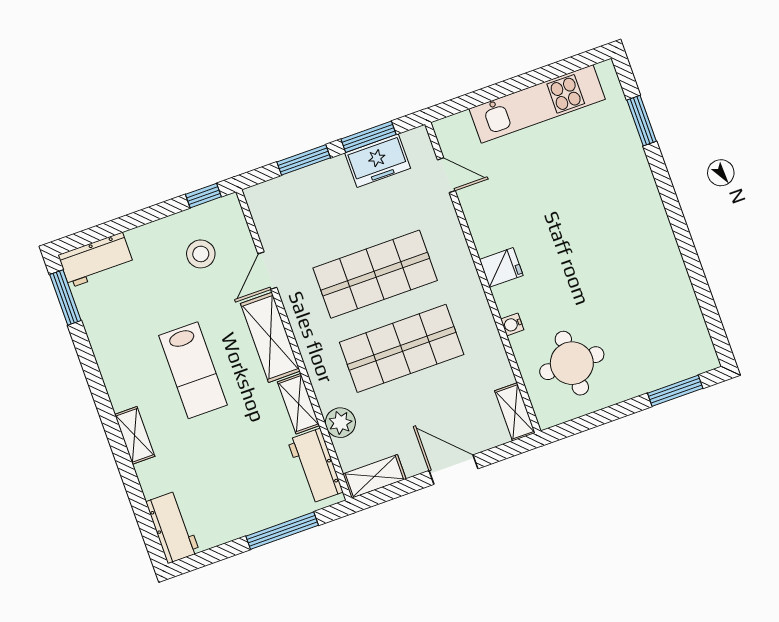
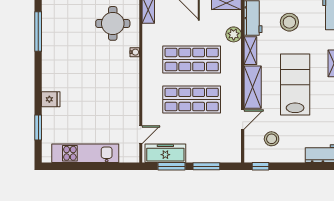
freezer: (378, 161) -> (165, 153), width x1.40
door: (446, 175) -> (141, 135), swing flipped
fridge: (501, 267) -> (51, 99), moved, turned 180
window: (705, 299) -> (38, 32), added
lab bench: (193, 370) -> (295, 85), width x1.36, depth x1.39
stool: (245, 482) -> (289, 22), added

